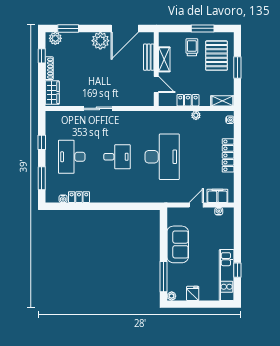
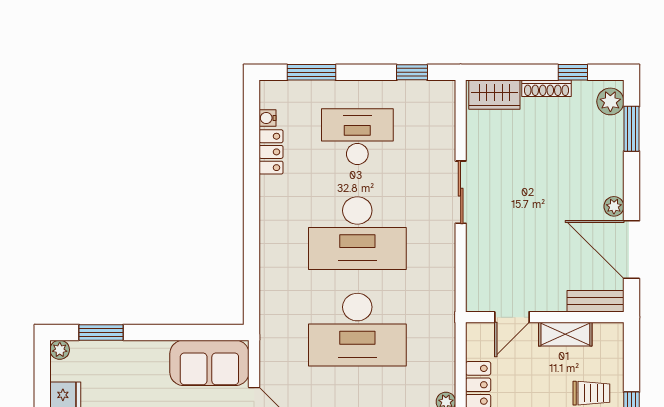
plant: (100, 41) -> (614, 206), width x0.53, depth x0.53
bench: (149, 57) -> (595, 301), moved
window: (42, 142) -> (412, 72), moved
desk: (117, 157) -> (357, 233), width x1.87, depth x1.30
sofa: (178, 244) -> (209, 363), moved
window: (163, 277) -> (101, 332), width x0.69

